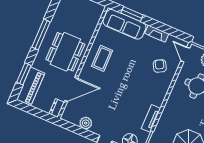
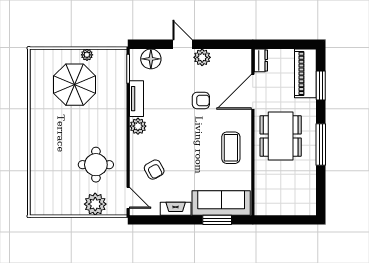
armchair: (108, 99) -> (201, 101), added
plant: (158, 100) -> (138, 126), added
plant: (86, 123) -> (202, 57), moved

